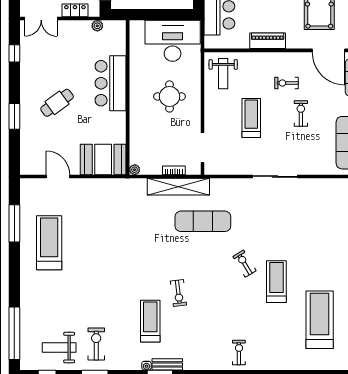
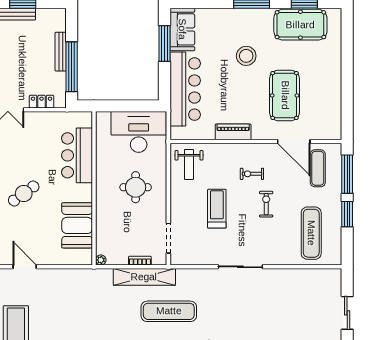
plant: (97, 26) -> (64, 117), removed
bar counter: (111, 83) -> (77, 155), moved
booth: (103, 160) -> (77, 225), moved, turned 90

